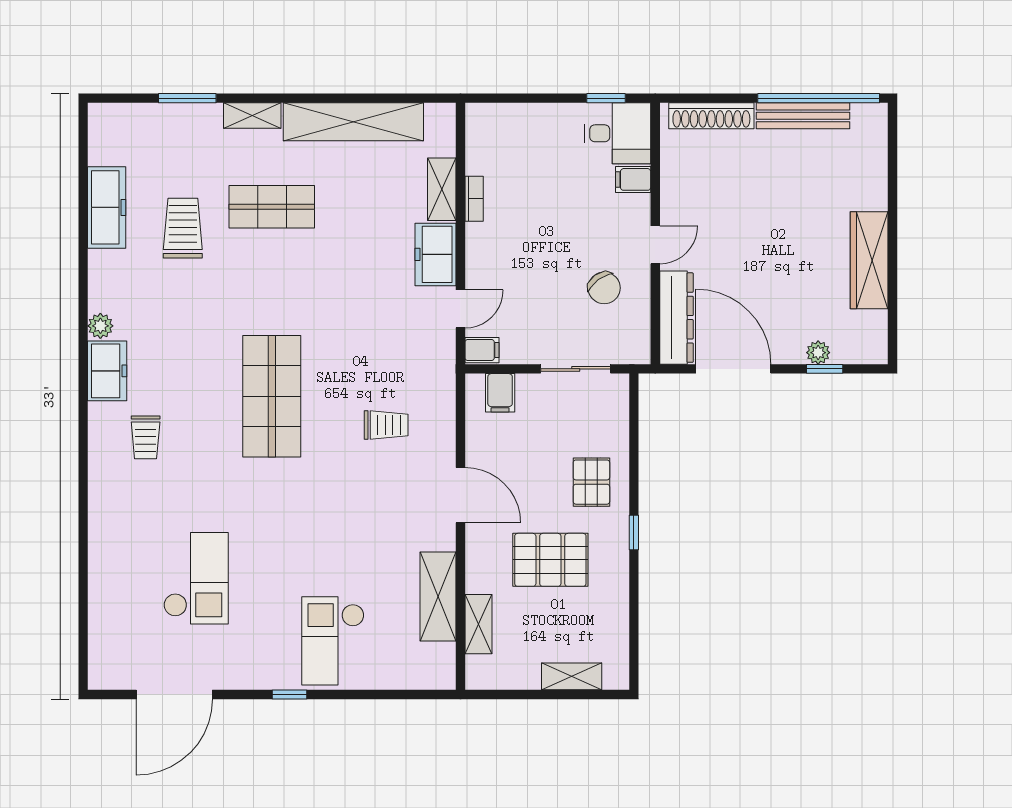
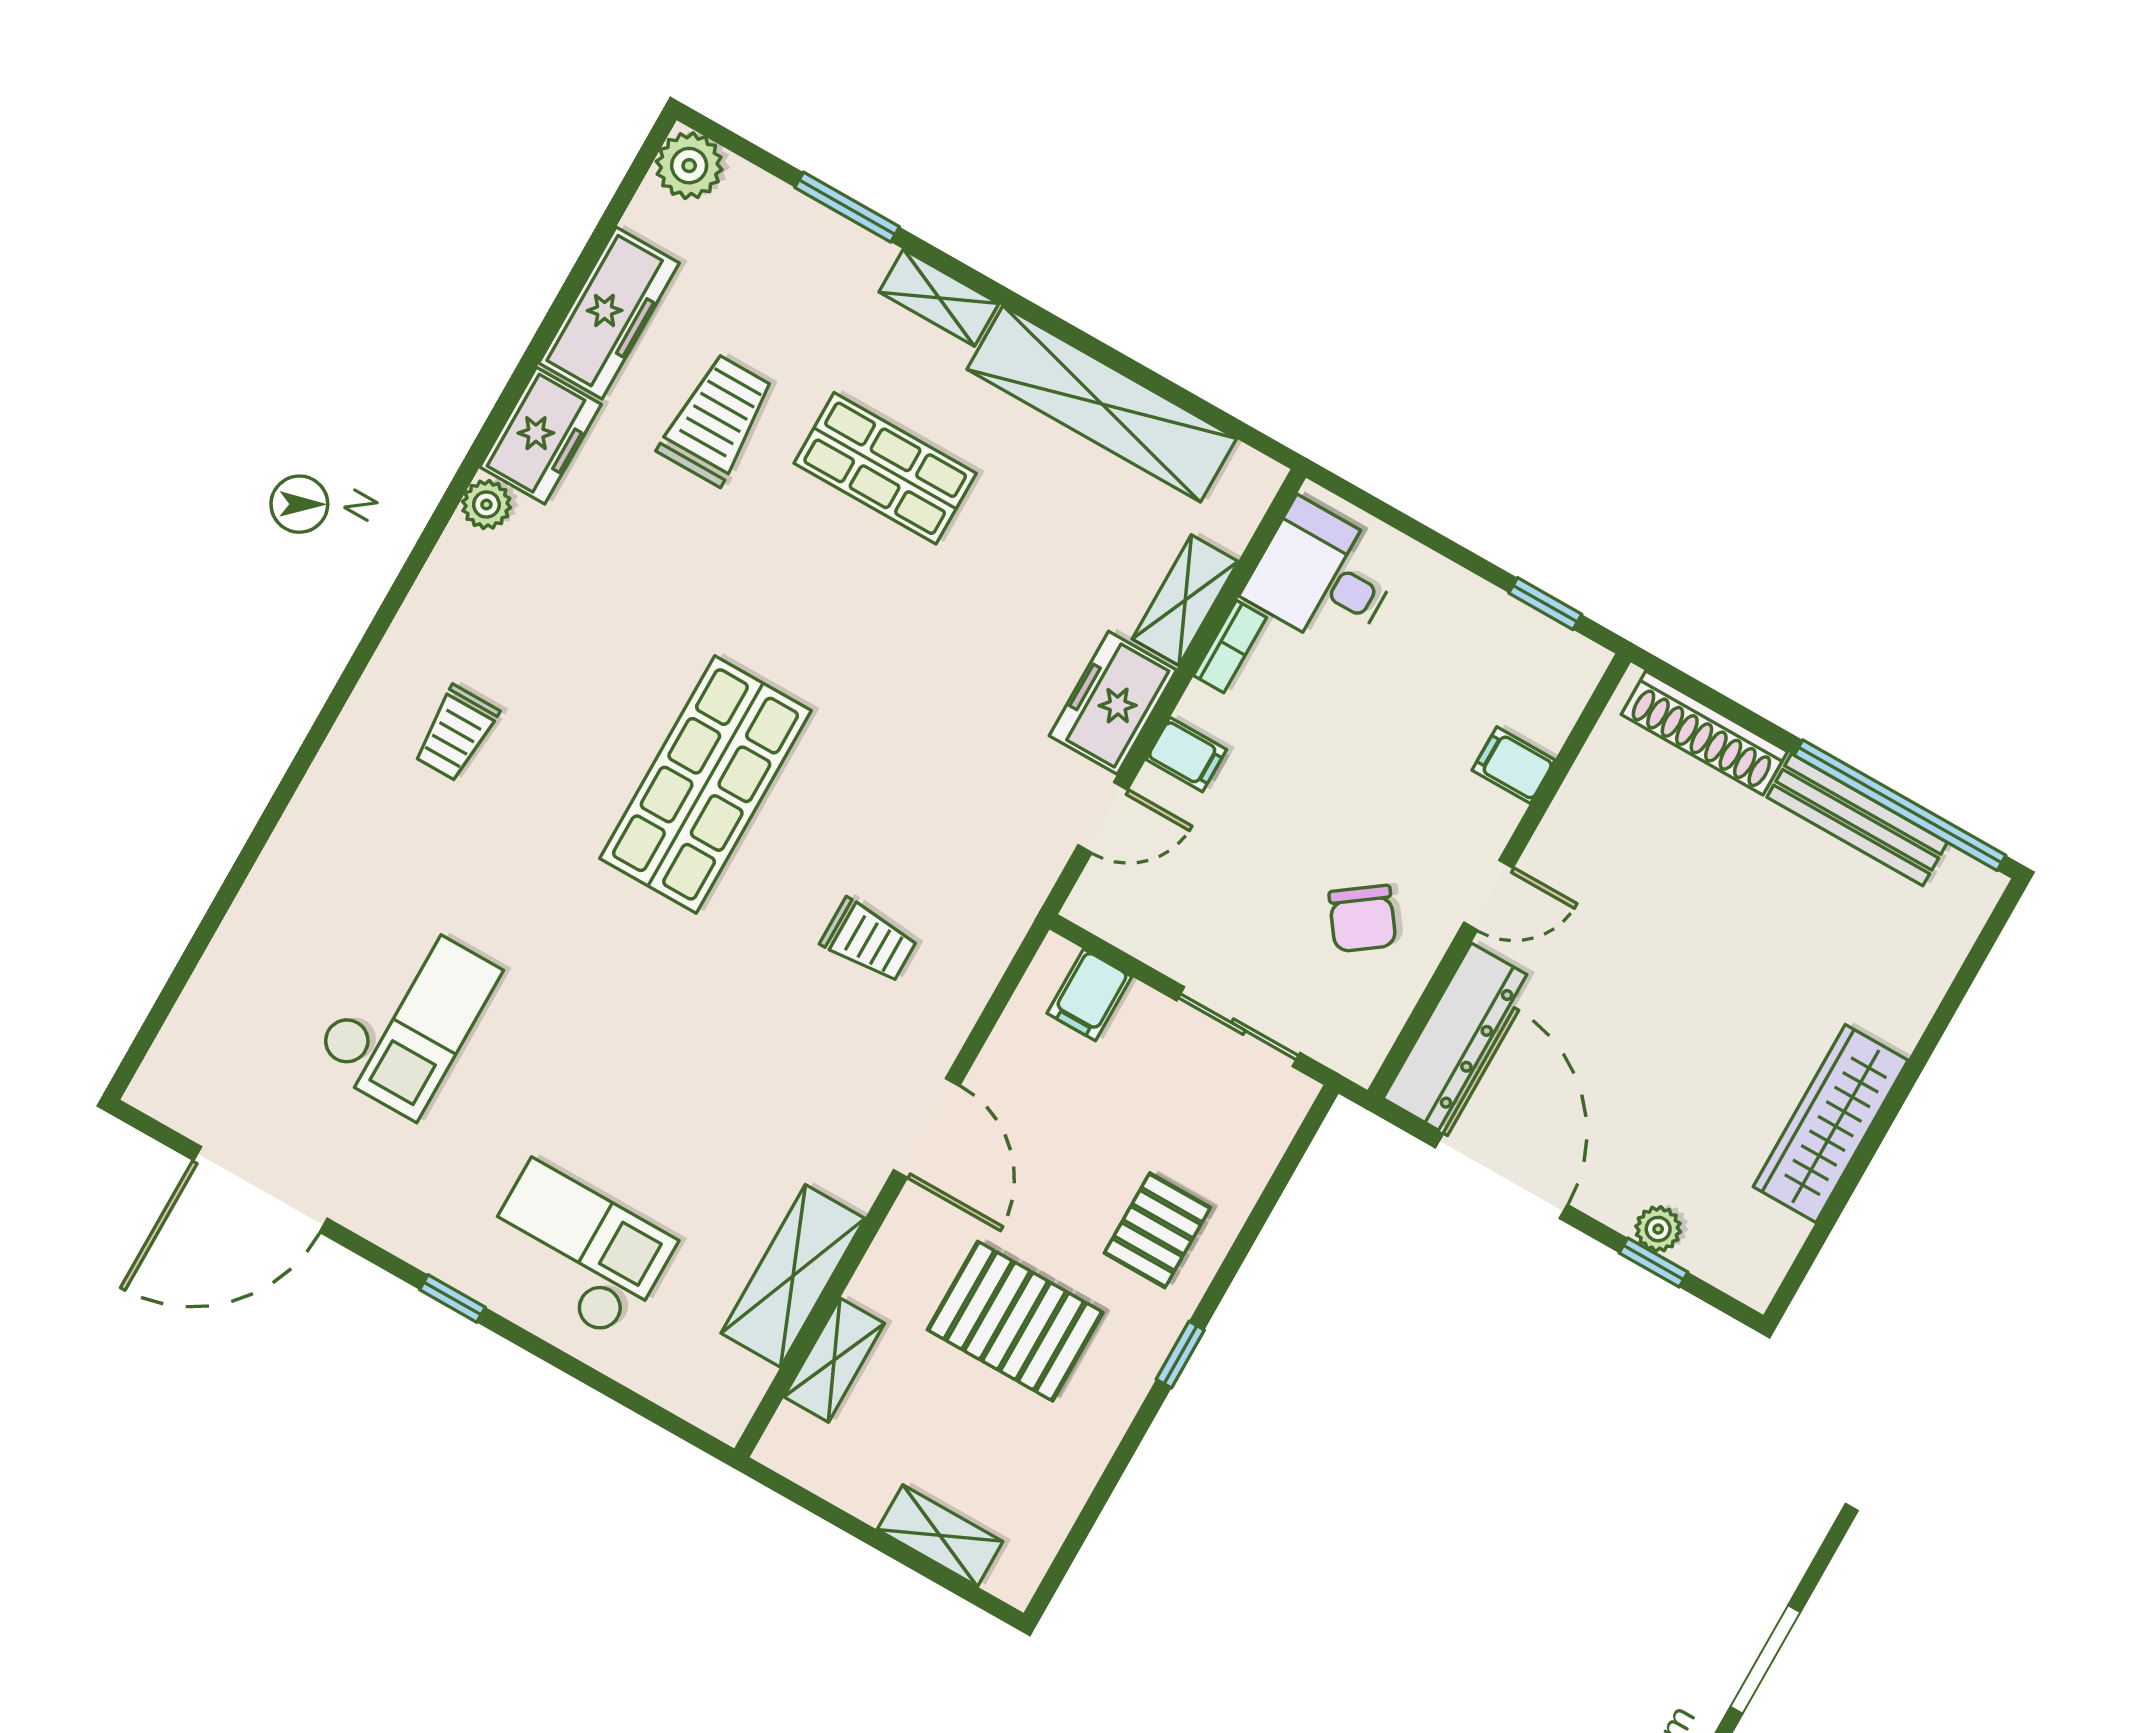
plant: (105, 120) -> (689, 166), added
desk: (618, 133) -> (1323, 576), moved, turned 180
filing cabinet: (482, 350) -> (1186, 755), moved
freezer: (107, 371) -> (540, 436), moved
checkout: (333, 641) -> (576, 1250), turned 90

